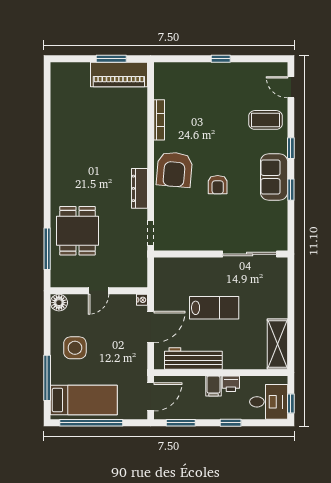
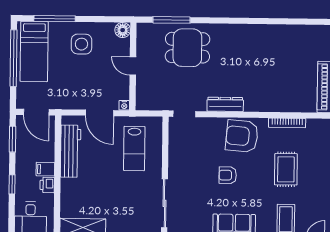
rug: (210, 121) -> (286, 169), added
lab bench: (214, 308) -> (134, 149), moved

